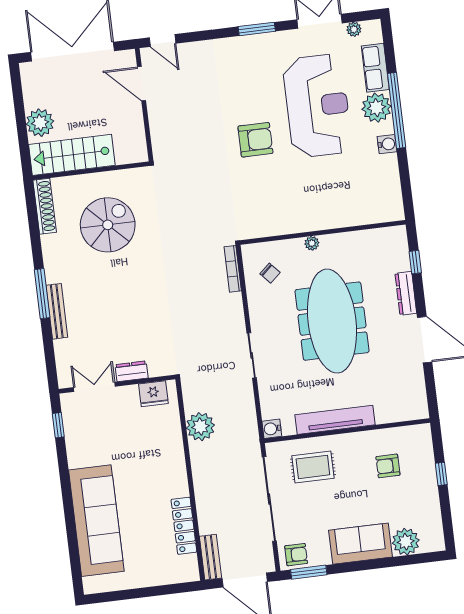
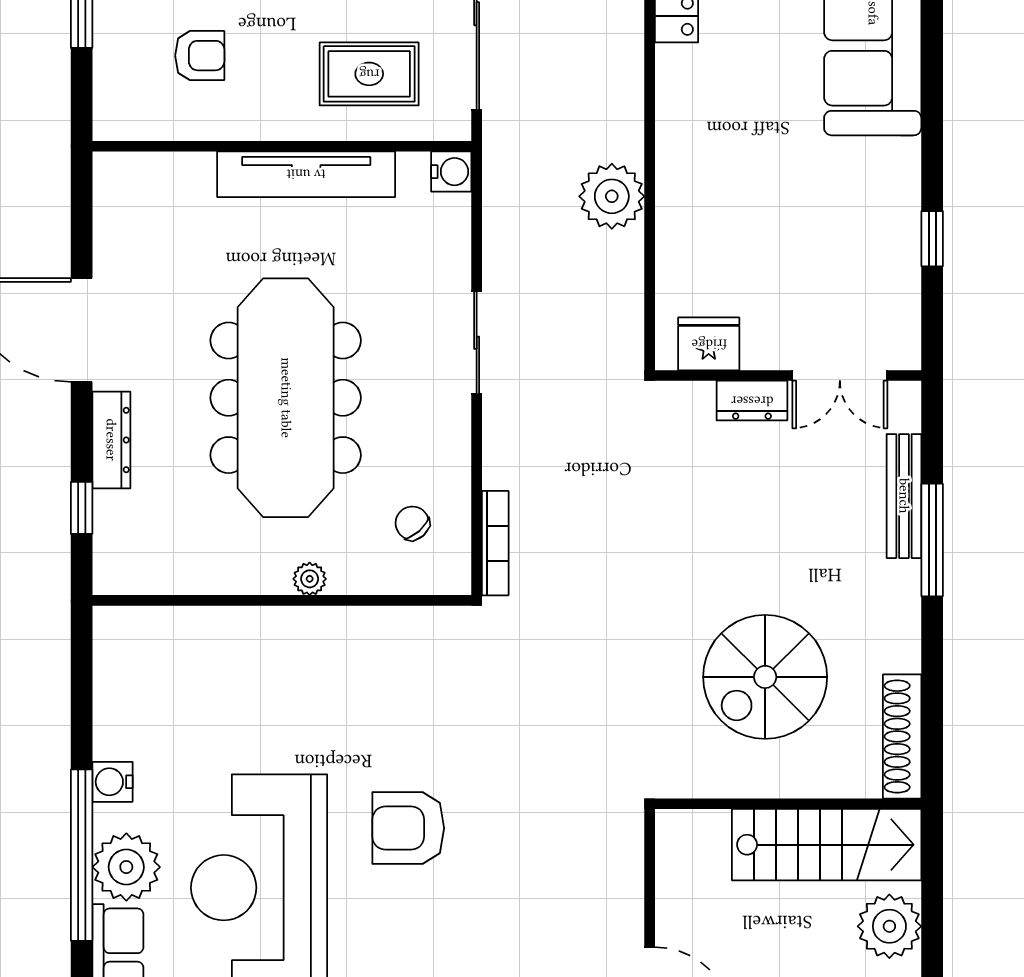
dresser: (131, 371) -> (752, 401), moved
wall: (117, 384) -> (788, 376), moved
double door: (94, 387) -> (840, 376), moved
fridge: (153, 394) -> (709, 344), moved

